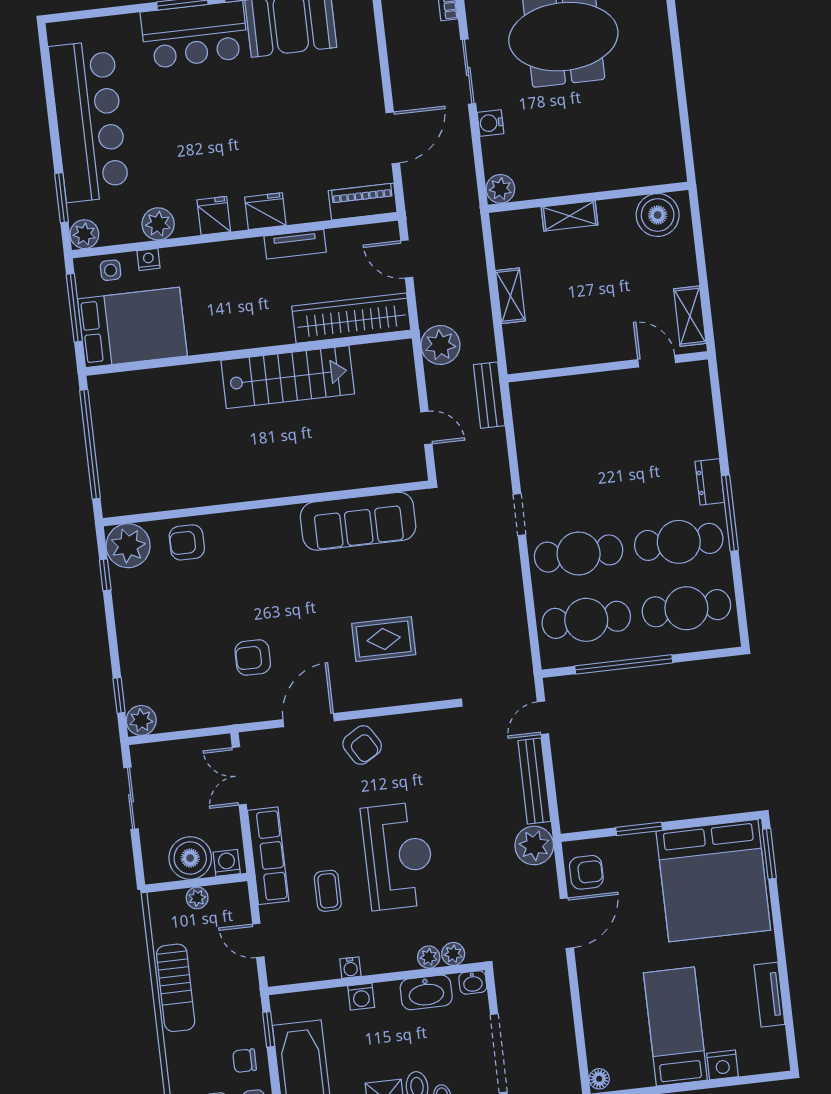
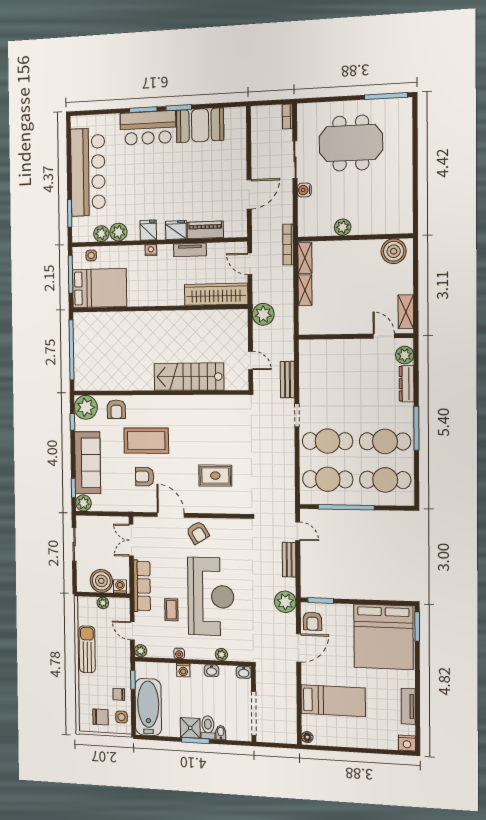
plant: (500, 189) -> (343, 227), moved
piano: (363, 202) -> (205, 230), moved
shelving: (570, 216) -> (305, 258), moved, turned 90
bookcase: (472, 219) -> (288, 245), added
plant: (84, 234) -> (101, 234), moved
nightstand: (148, 260) -> (151, 250), moved
stairs: (288, 377) -> (189, 377), moved, turned 180
plant: (696, 390) -> (405, 355), added
bench: (489, 395) -> (287, 380), moved
dresser: (710, 482) -> (407, 384), moved, width x1.44
sofa: (358, 521) -> (88, 463), moved, turned -90
armchair: (187, 542) -> (116, 409), turned -90
coffee table: (249, 592) -> (146, 441), added
door: (543, 718) -> (298, 531), swing flipped
door: (309, 720) -> (171, 515), hinge flipped
bench: (534, 781) -> (289, 560), width x0.73
window: (639, 829) -> (321, 600), moved
reception desk: (398, 856) -> (211, 596), width x1.36, depth x1.30
armchair: (586, 872) -> (312, 621), turned 90
plant: (453, 954) -> (141, 651), moved
sun lounger: (176, 988) -> (87, 649), turned 180
washbasin: (426, 992) -> (212, 671), width x0.52, depth x0.69
bed: (675, 1026) -> (333, 701), moved, turned 90
nightstand: (723, 1065) -> (407, 743), moved

